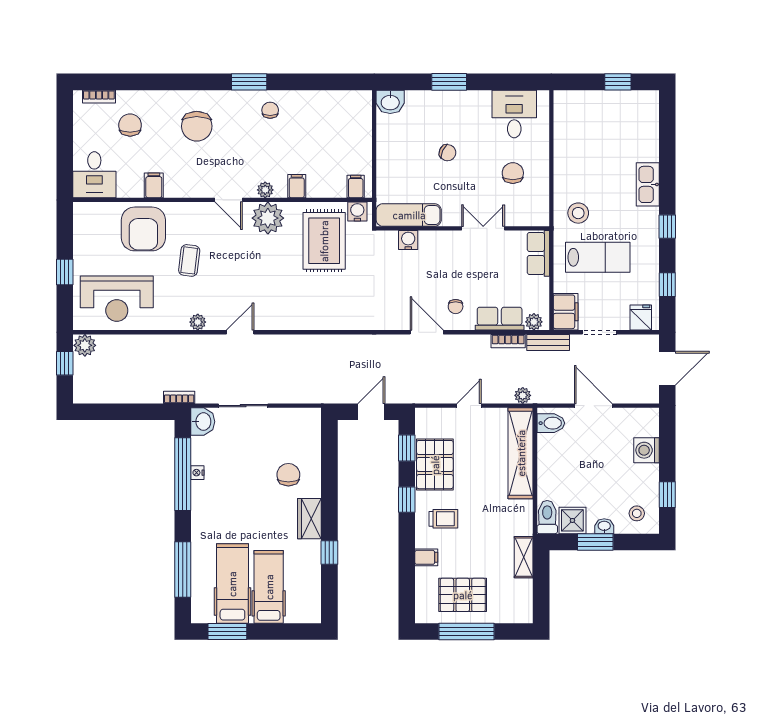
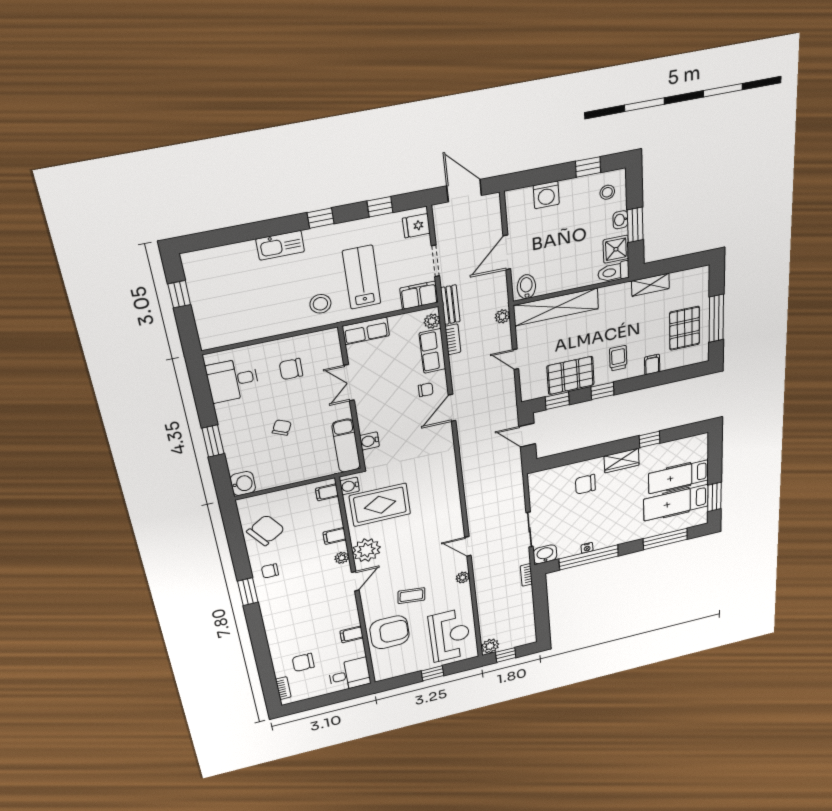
chair: (197, 126) -> (266, 530), moved, turned -34

